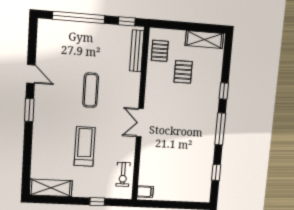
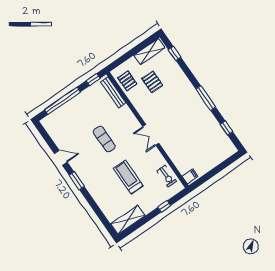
window: (224, 91) -> (175, 53), moved

